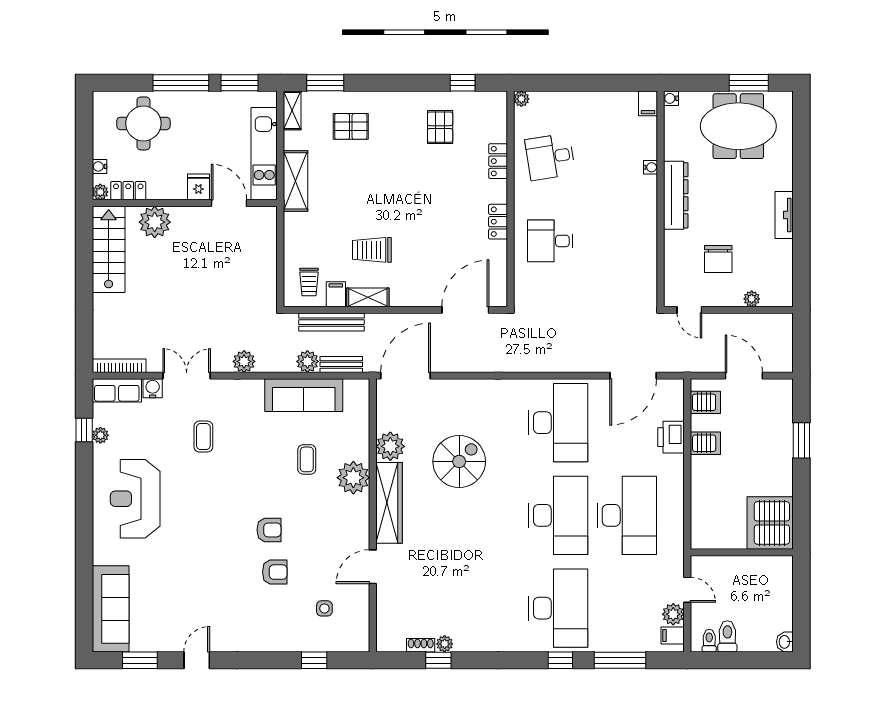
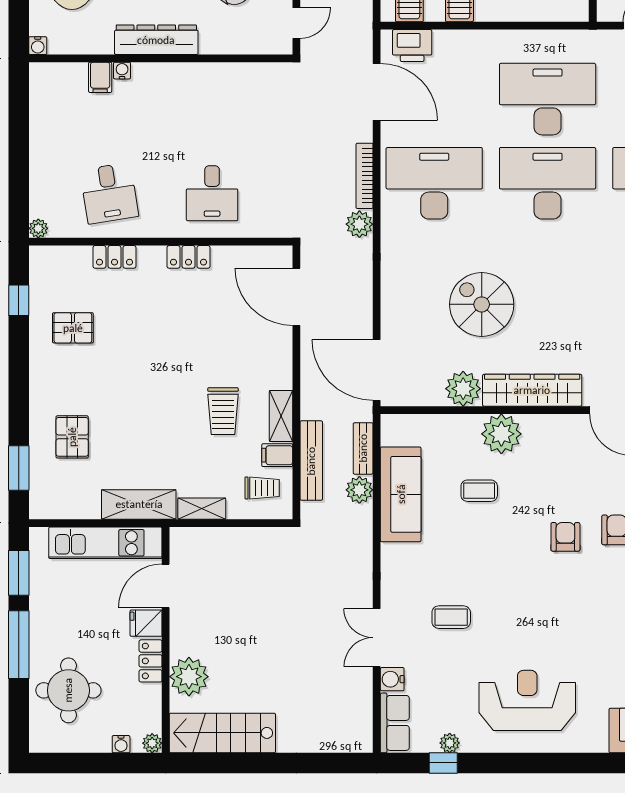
filing cabinet: (648, 103) -> (100, 77), moved, turned 90
shelving: (292, 110) -> (202, 509), moved
locker: (128, 191) -> (151, 661), moved
plant: (244, 361) -> (359, 224), moved
bookcase: (119, 366) -> (365, 176), moved
printer: (671, 437) -> (412, 46), moved
reception desk: (135, 499) -> (527, 700), turned 180

